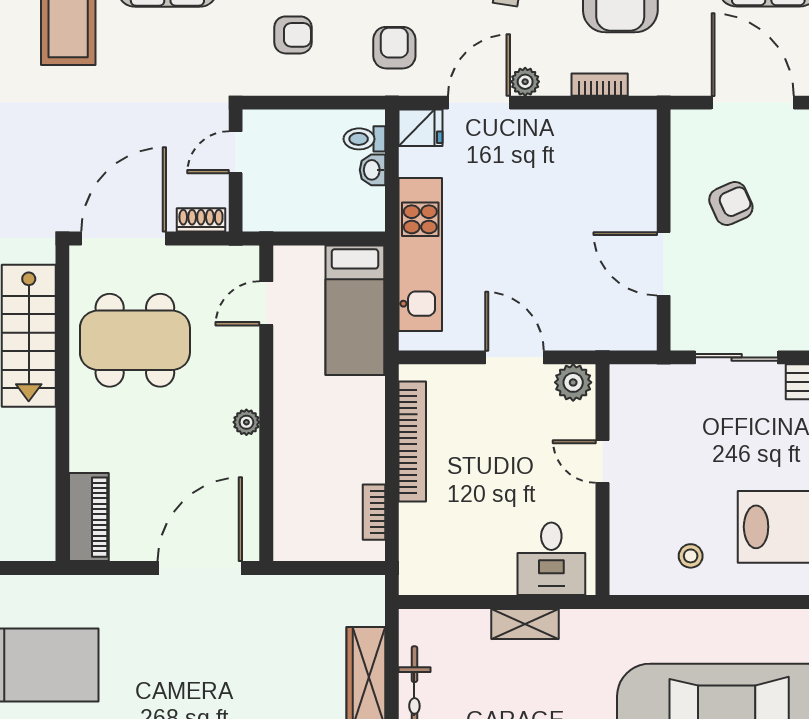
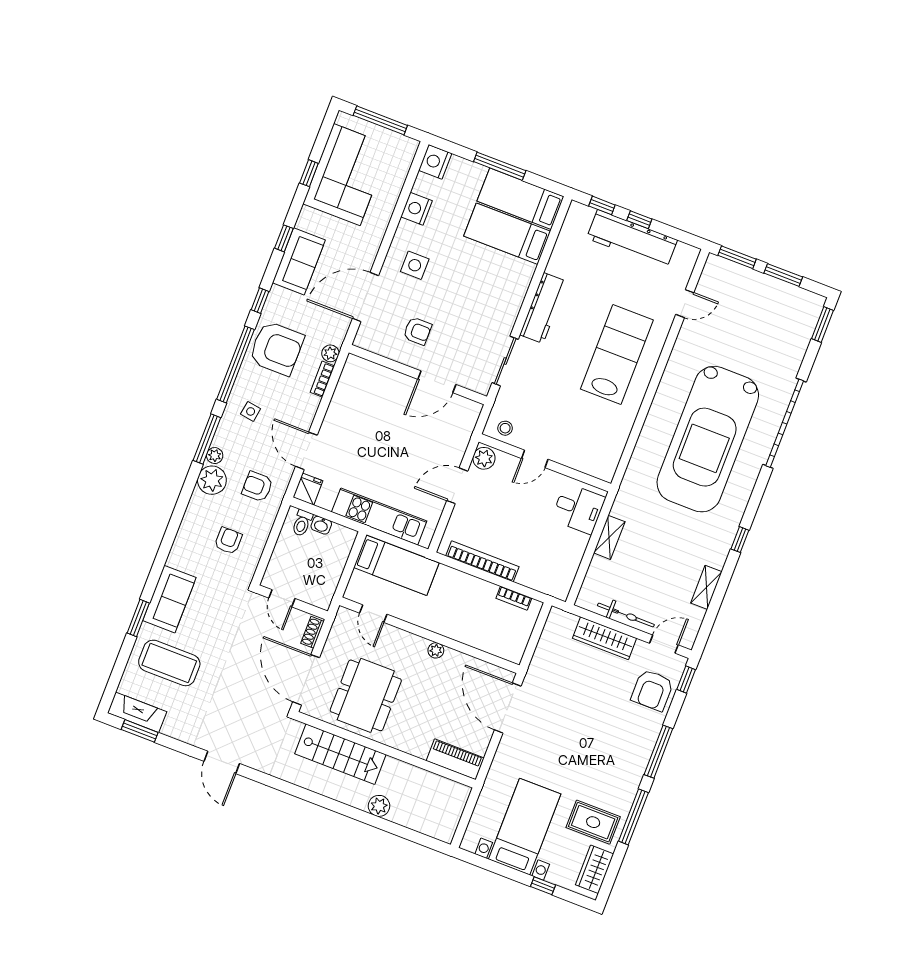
plant: (525, 82) -> (330, 353), moved
armchair: (731, 204) -> (417, 331), turned 114
stool: (691, 556) -> (505, 428), moved

